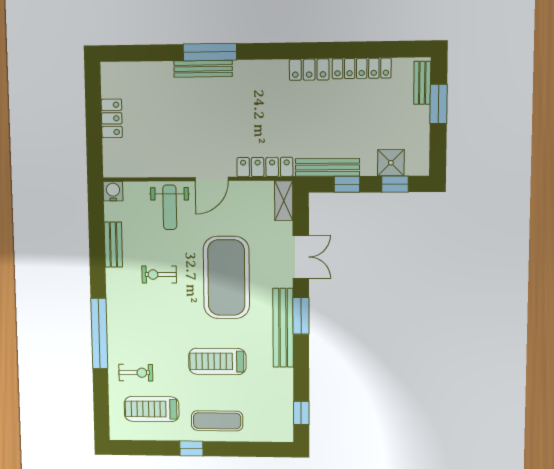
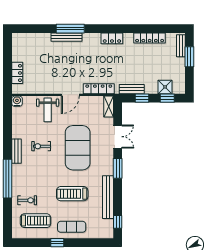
locker: (309, 70) -> (112, 38), moved
locker: (112, 118) -> (17, 73), moved
bench: (327, 167) -> (132, 89), width x0.73
bench: (113, 245) -> (16, 151), moved
bench: (283, 328) -> (108, 197), moved
treadmill: (152, 409) -> (36, 221), turned 180

